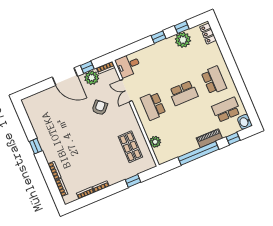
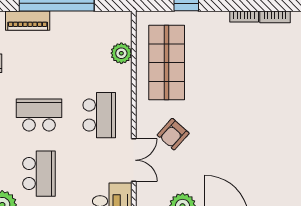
school desk: (171, 64) -> (39, 174), added
armchair: (100, 108) -> (173, 134), moved
shop shelf: (130, 147) -> (167, 63), width x1.43, depth x1.36

